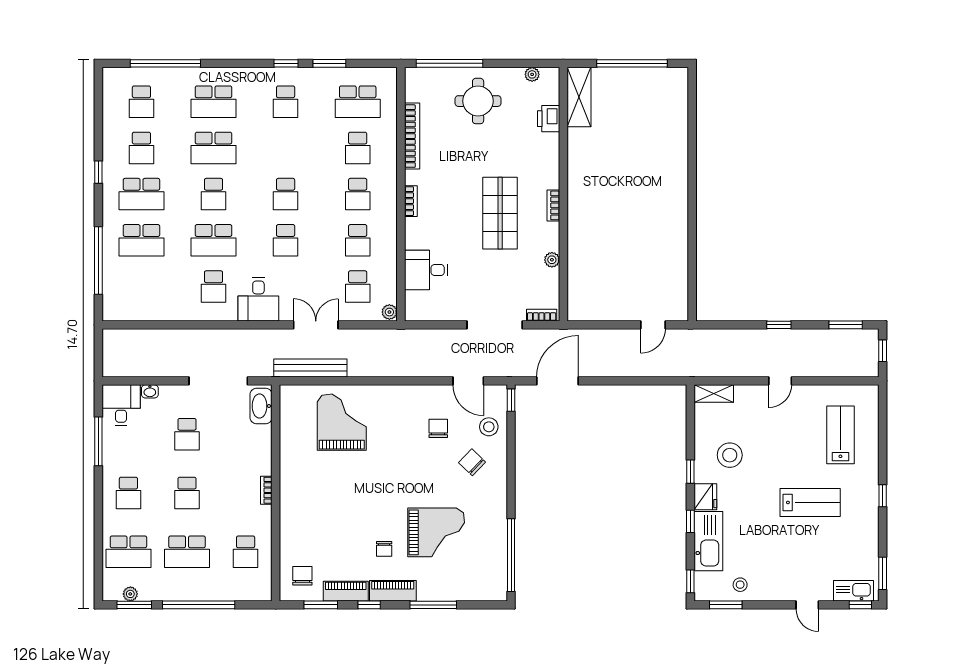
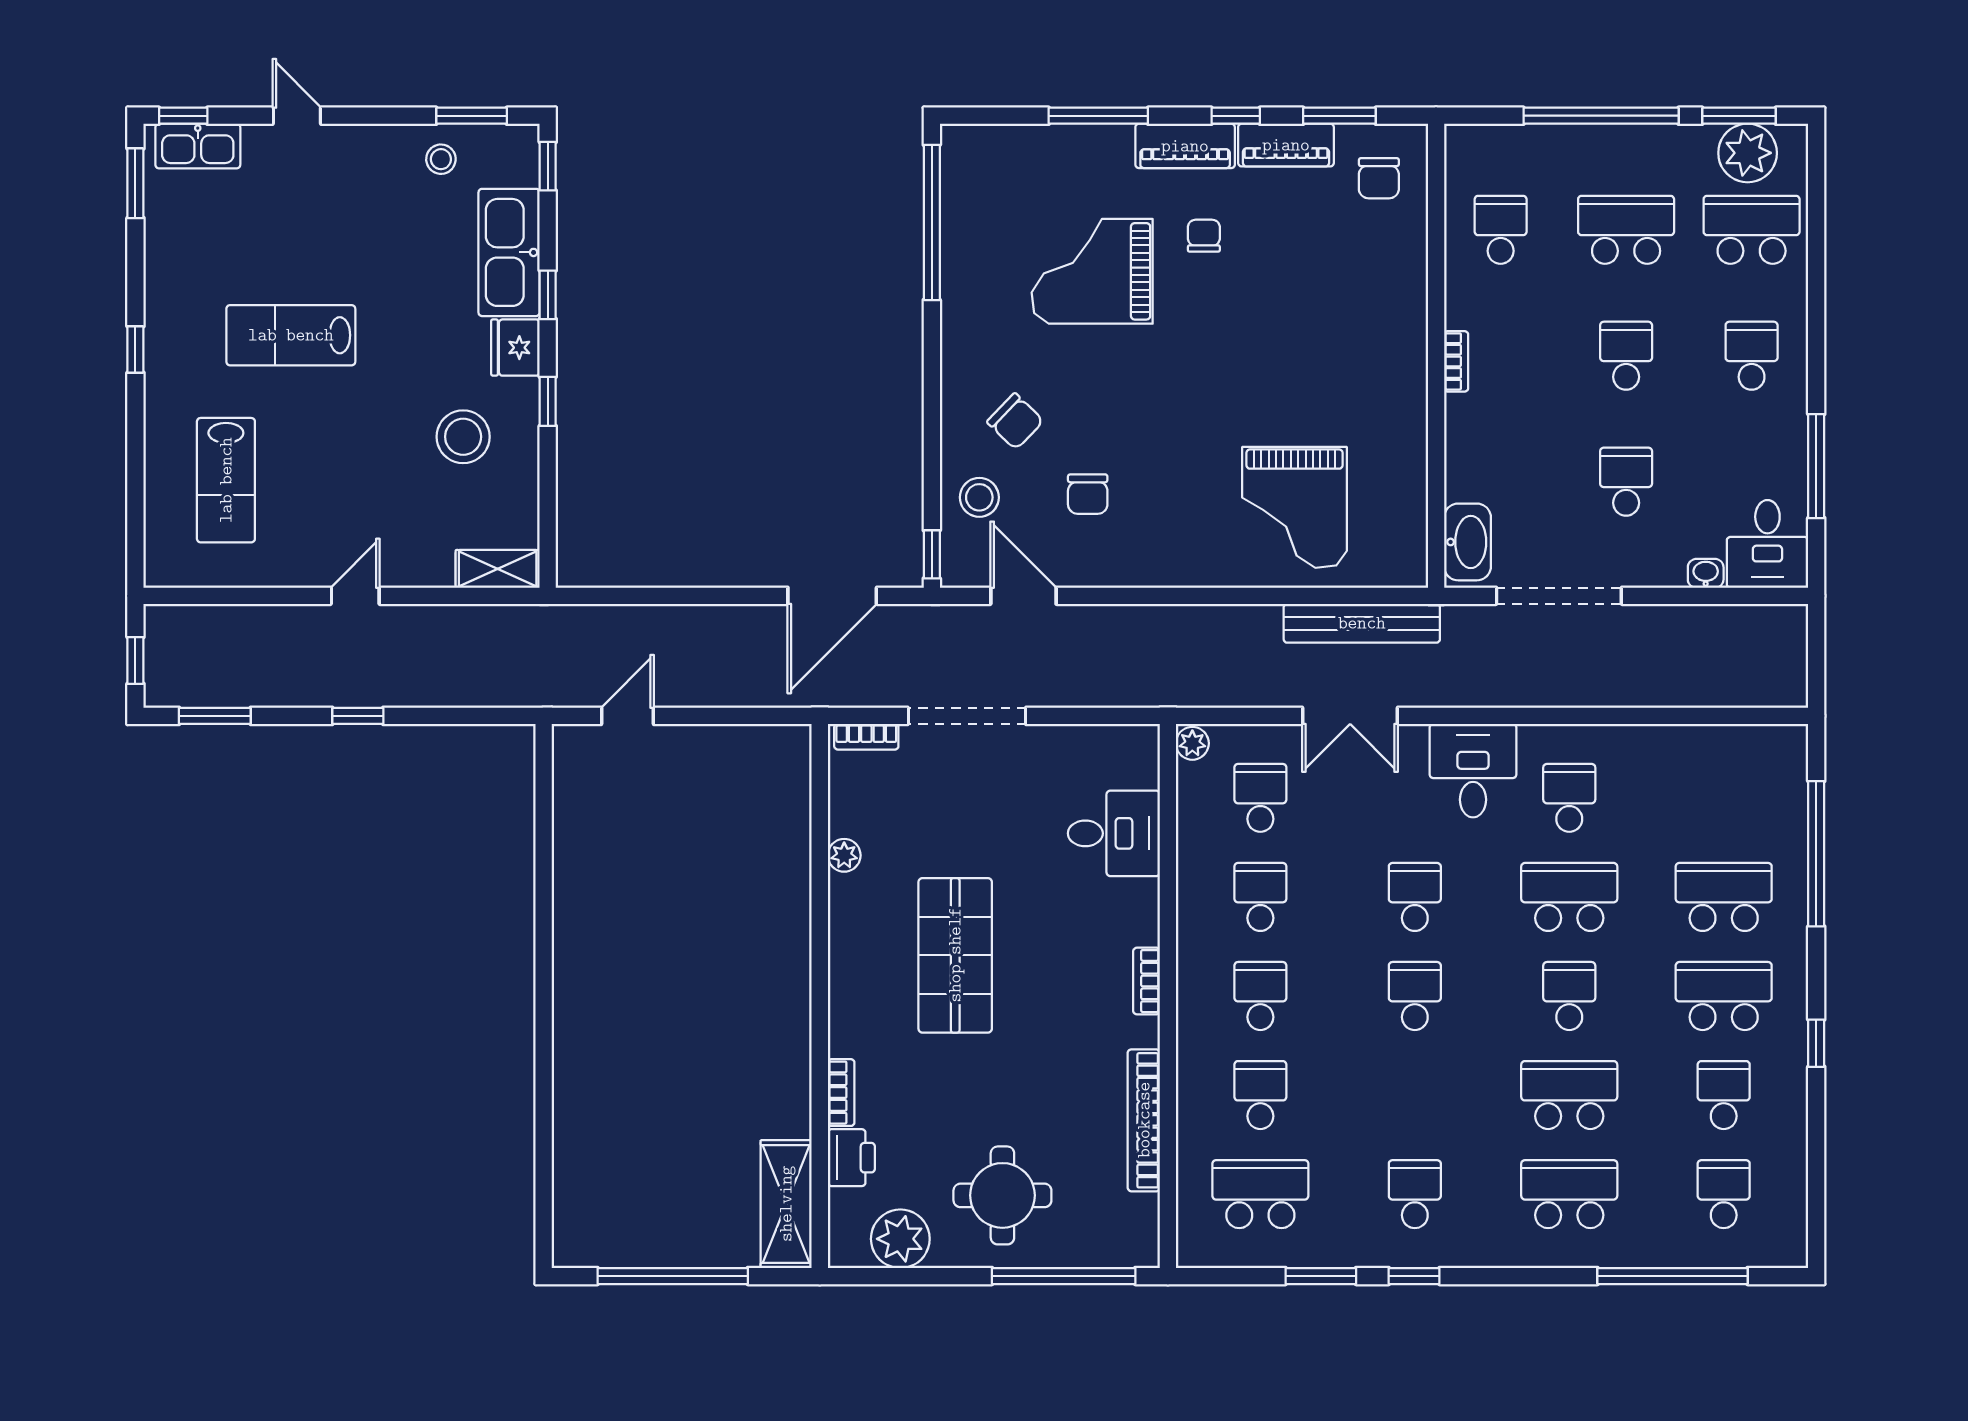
plant: (532, 74) -> (900, 1239), width x1.88, depth x1.88
bookcase: (553, 205) -> (841, 1093), moved
plant: (130, 594) -> (1748, 153), width x1.88, depth x1.88

